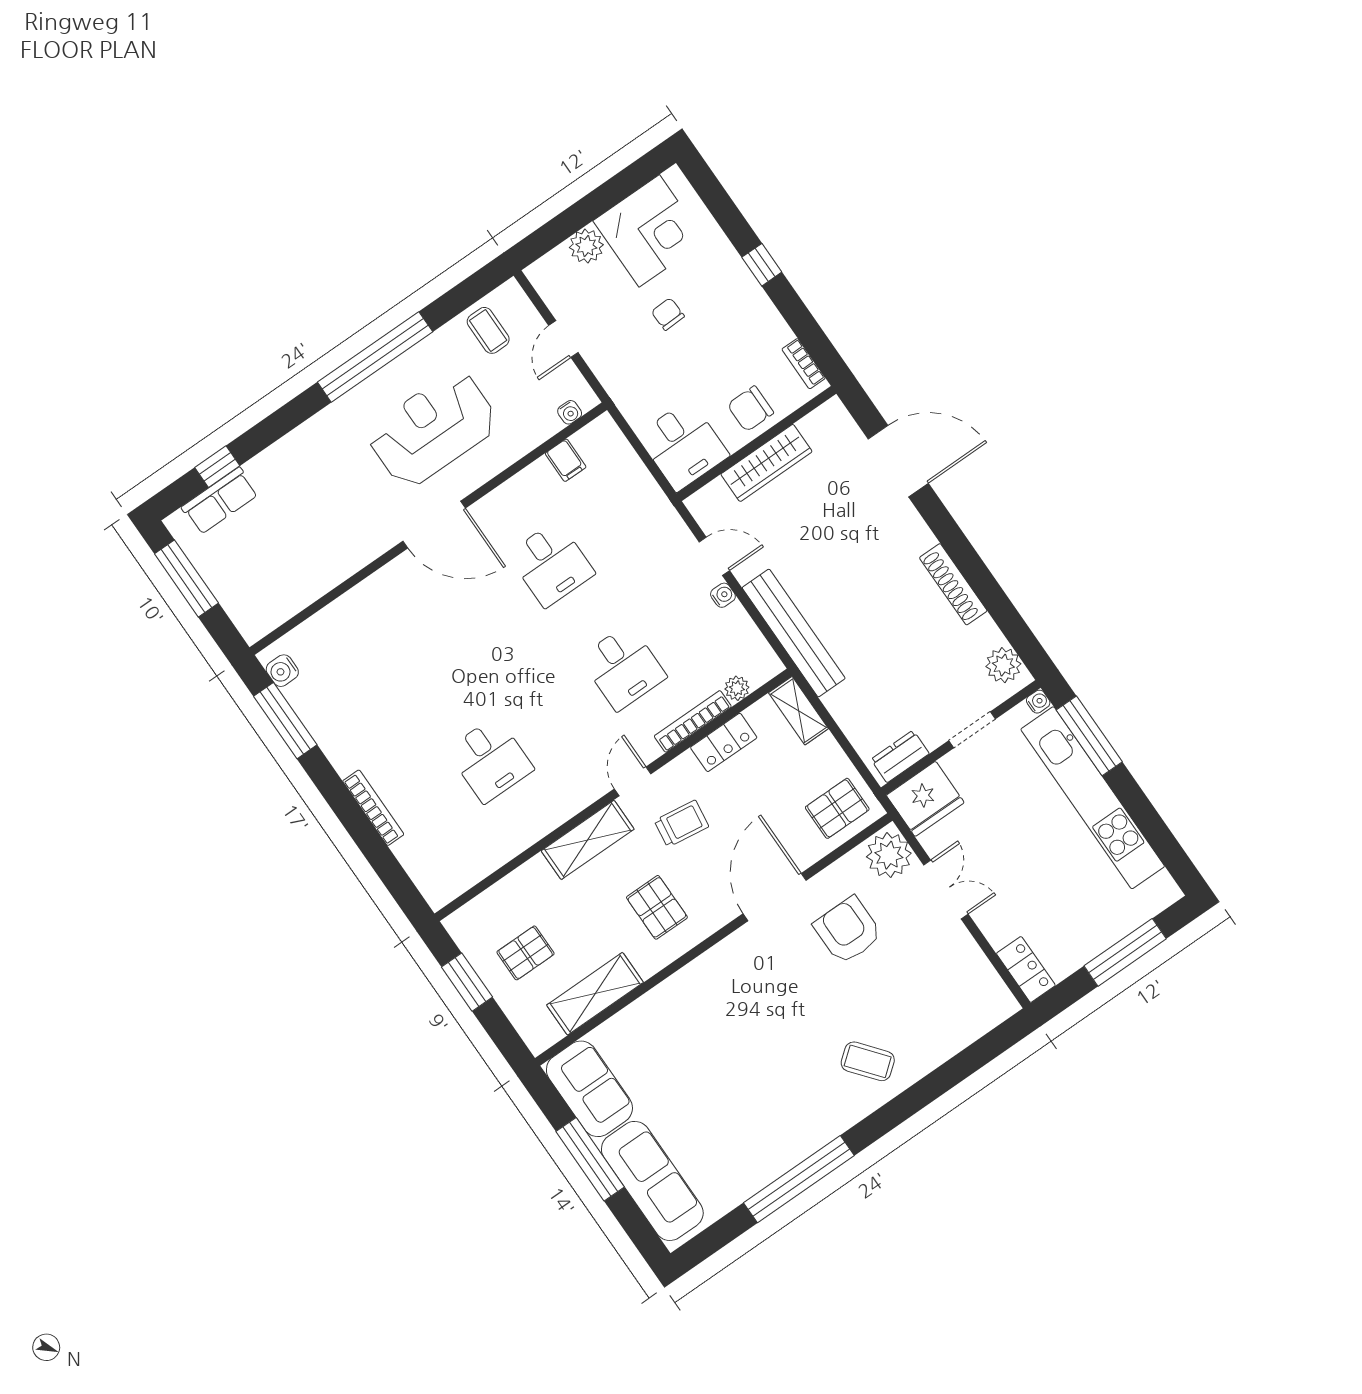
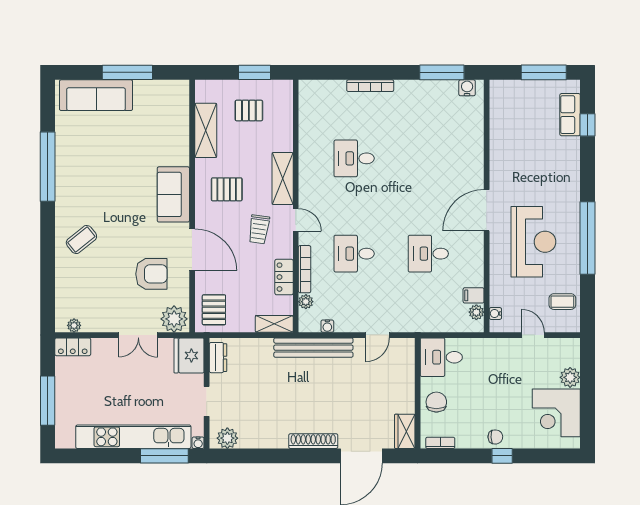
chair: (668, 314) -> (495, 437), moved
plant: (586, 440) -> (476, 312), added
wardrobe: (766, 463) -> (405, 431), moved, width x0.67
shoe rack: (953, 584) -> (313, 441), moved
water cooler: (723, 595) -> (327, 326), moved
pallet: (526, 953) -> (249, 110), turned 90
plant: (995, 988) -> (74, 325), added
sofa: (589, 1089) -> (173, 194), moved, turned 90

